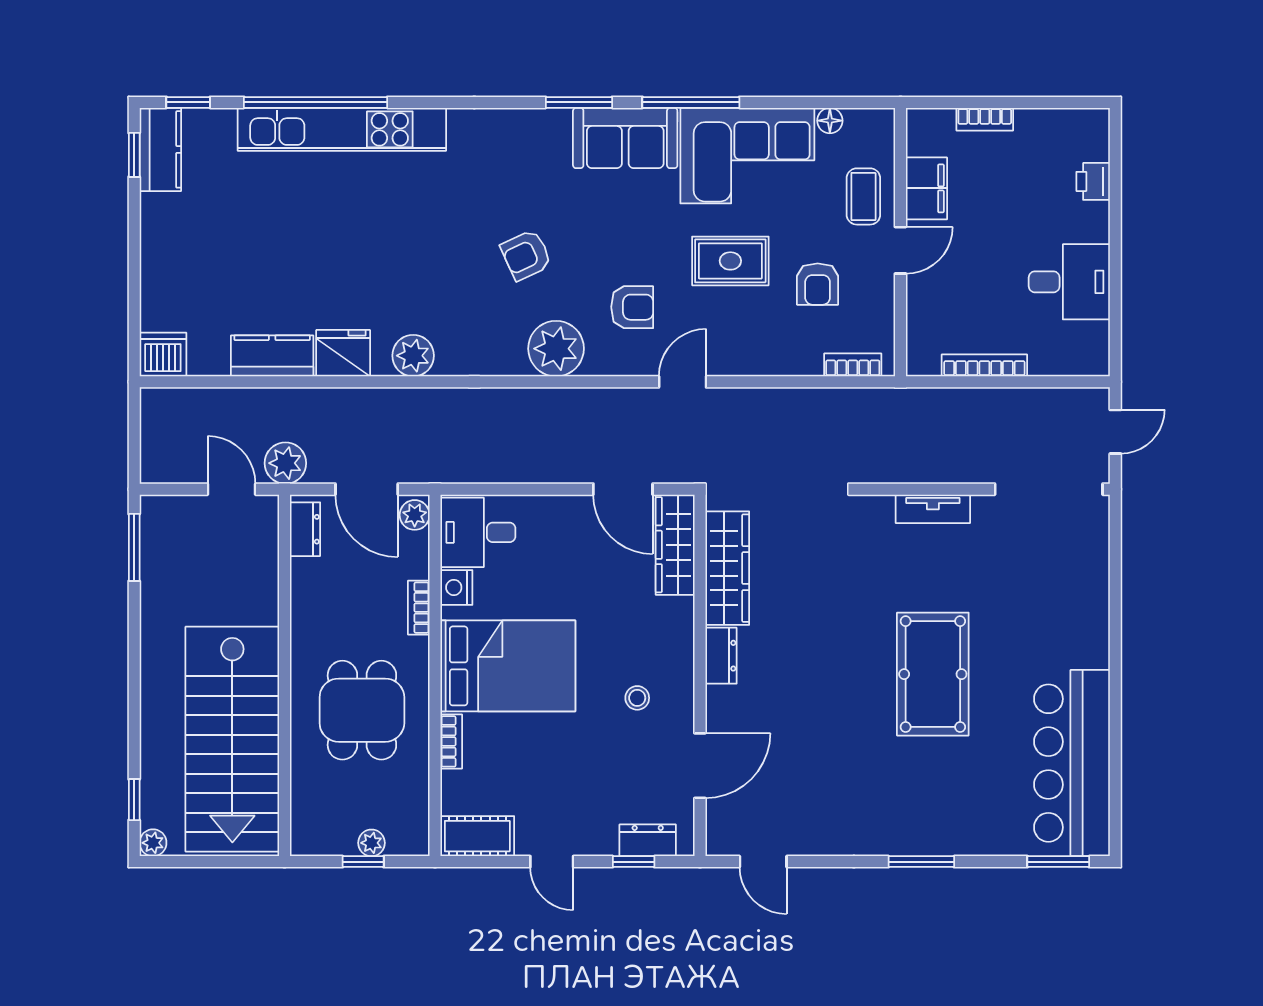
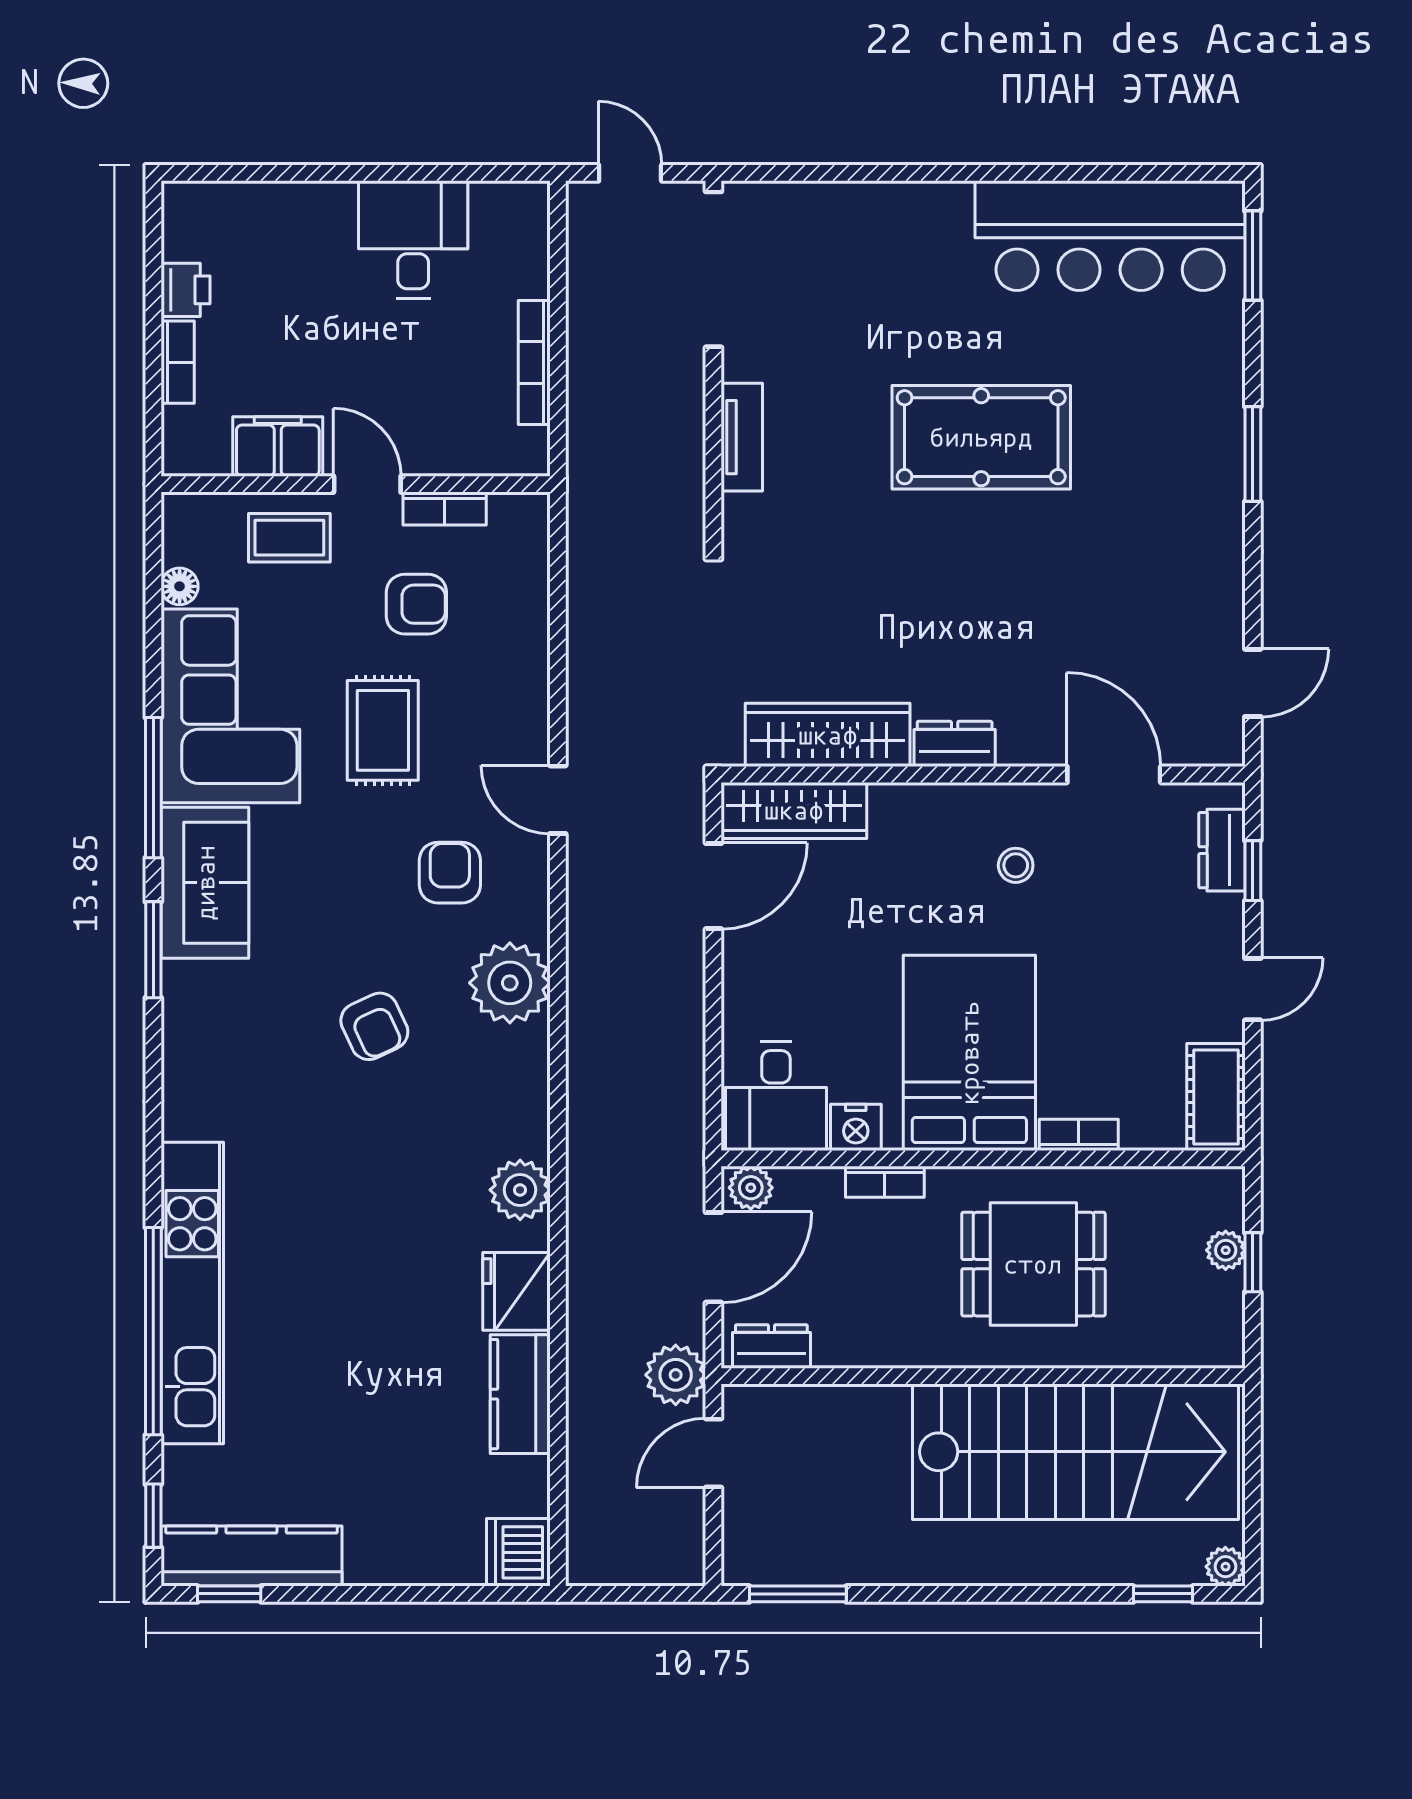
kitchen counter: (160, 149) -> (251, 1556), width x1.50
printer: (1093, 181) -> (185, 290), moved, turned -90
bookcase: (853, 365) -> (445, 508), moved, turned -90

